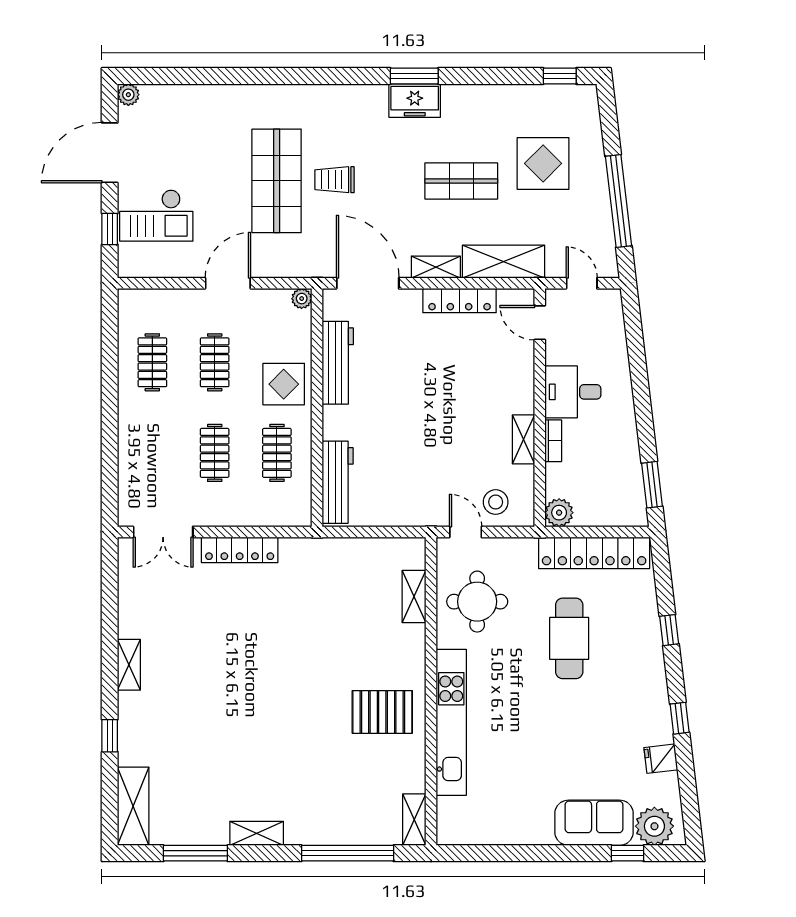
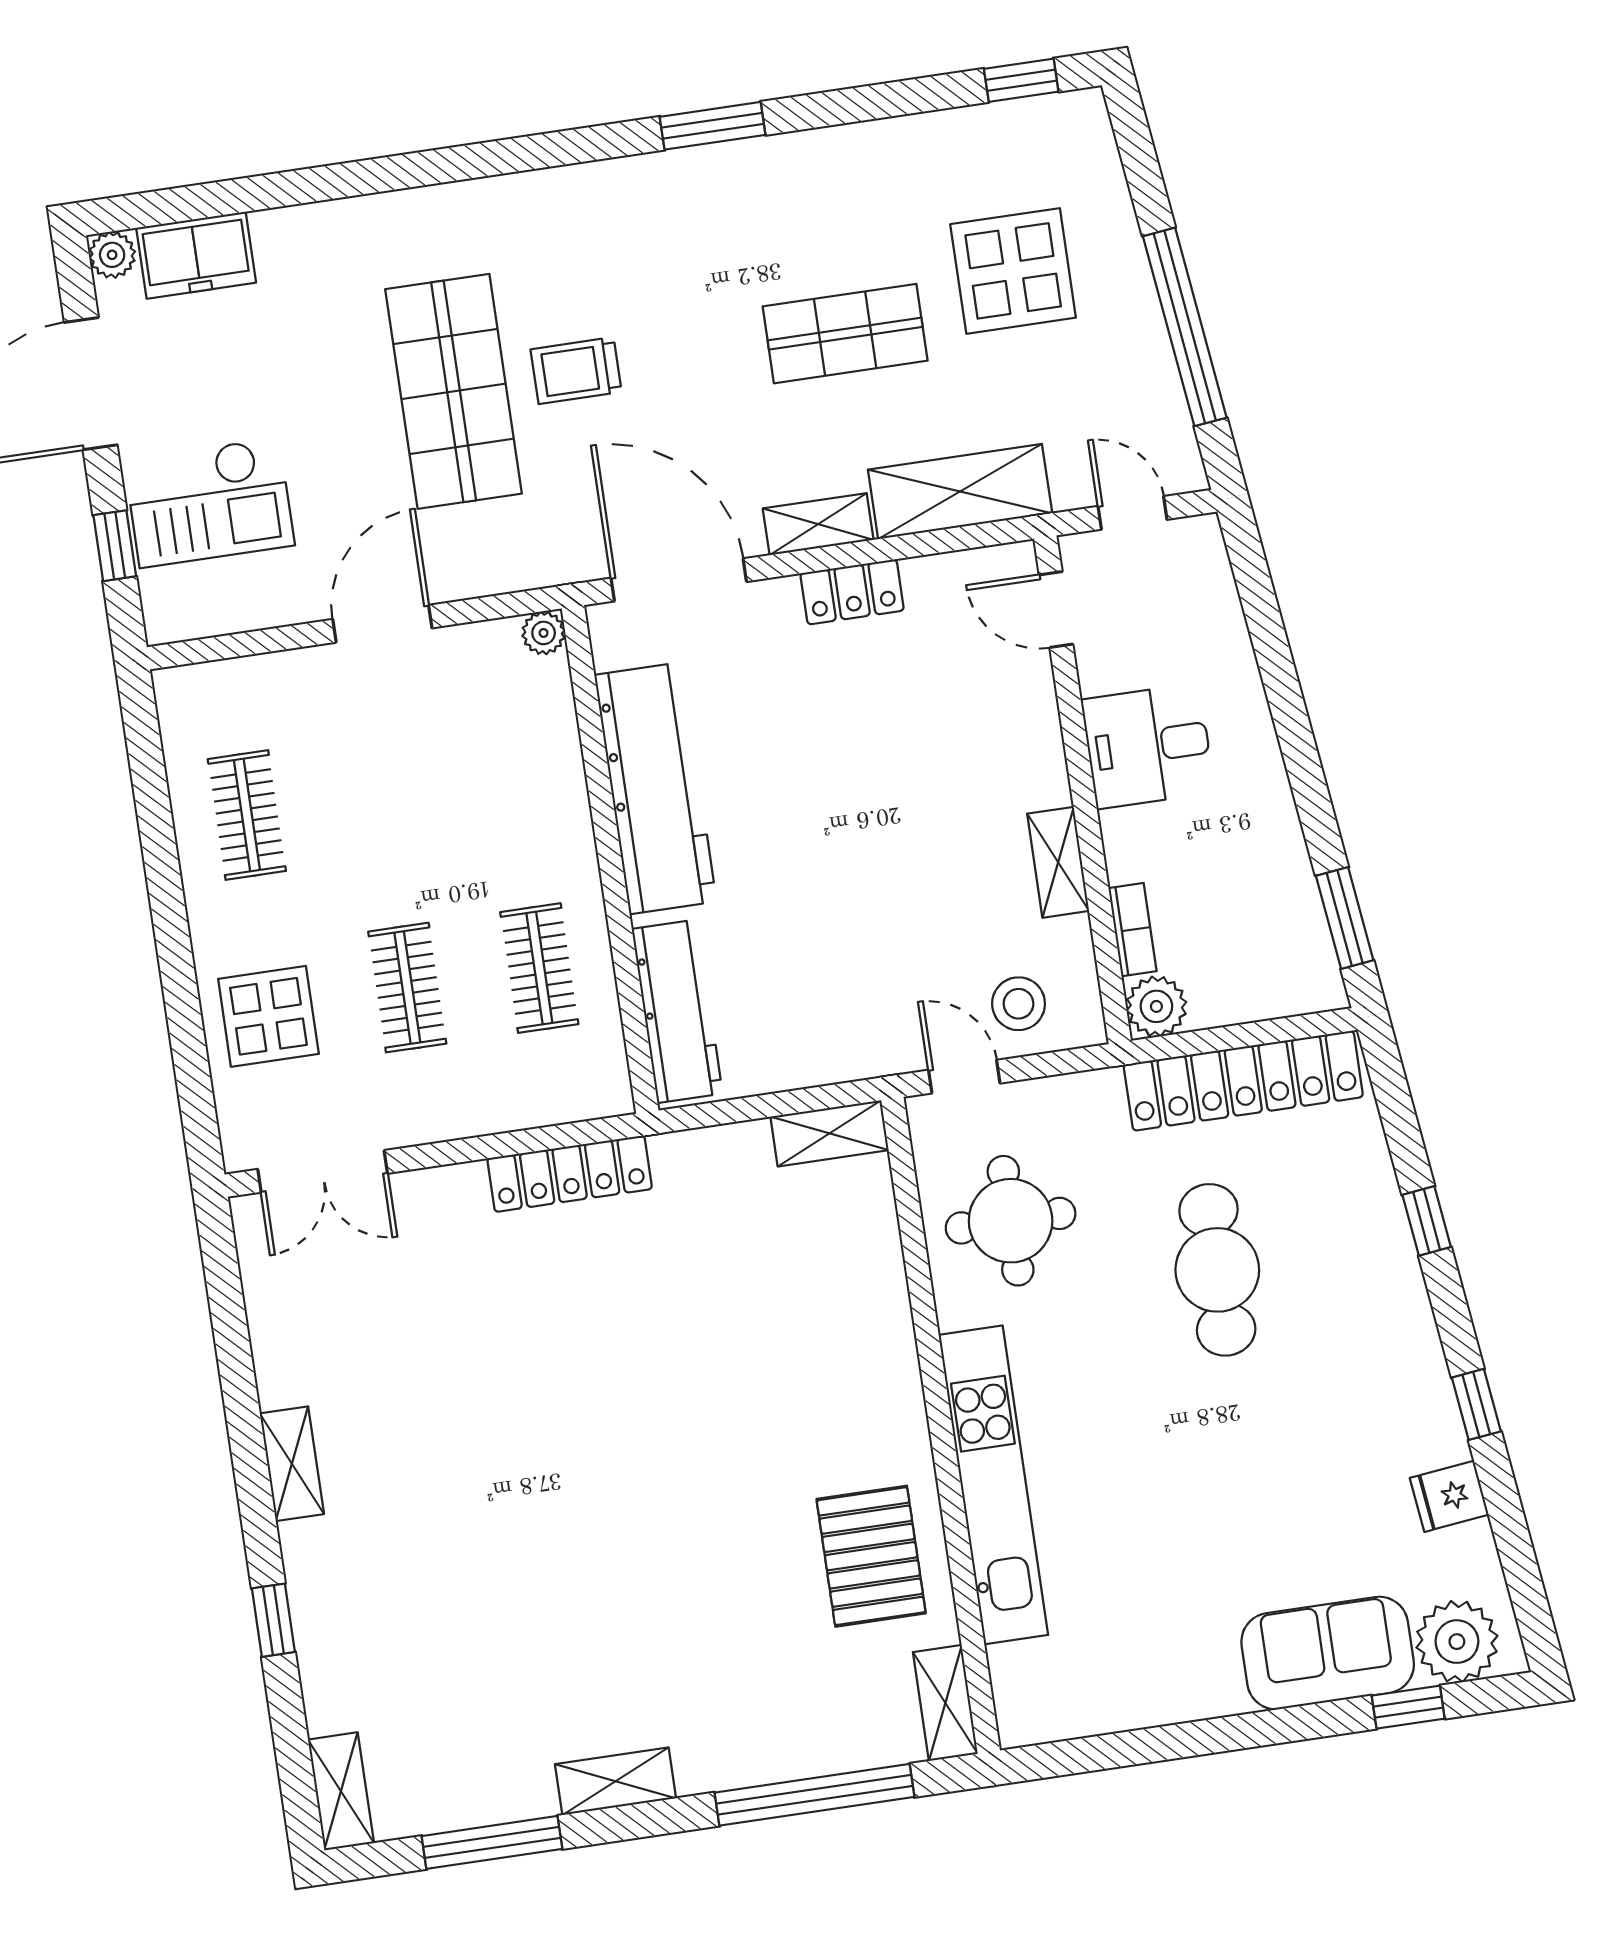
freezer: (415, 101) -> (196, 255), moved
locker: (460, 301) -> (852, 592), width x0.66
clothes rail: (215, 362) -> (379, 795), removed
workbench: (338, 363) -> (655, 788), width x1.36, depth x1.32
display table: (284, 384) -> (268, 1016), moved
bookcase: (553, 441) -> (1133, 930), moved
locker: (240, 550) -> (570, 1174), moved
shelving: (414, 597) -> (830, 1133), moved, turned 90
pallet: (382, 712) -> (871, 1556), moved, turned 90
shelving: (133, 806) -> (341, 1791), width x0.67, depth x0.75

